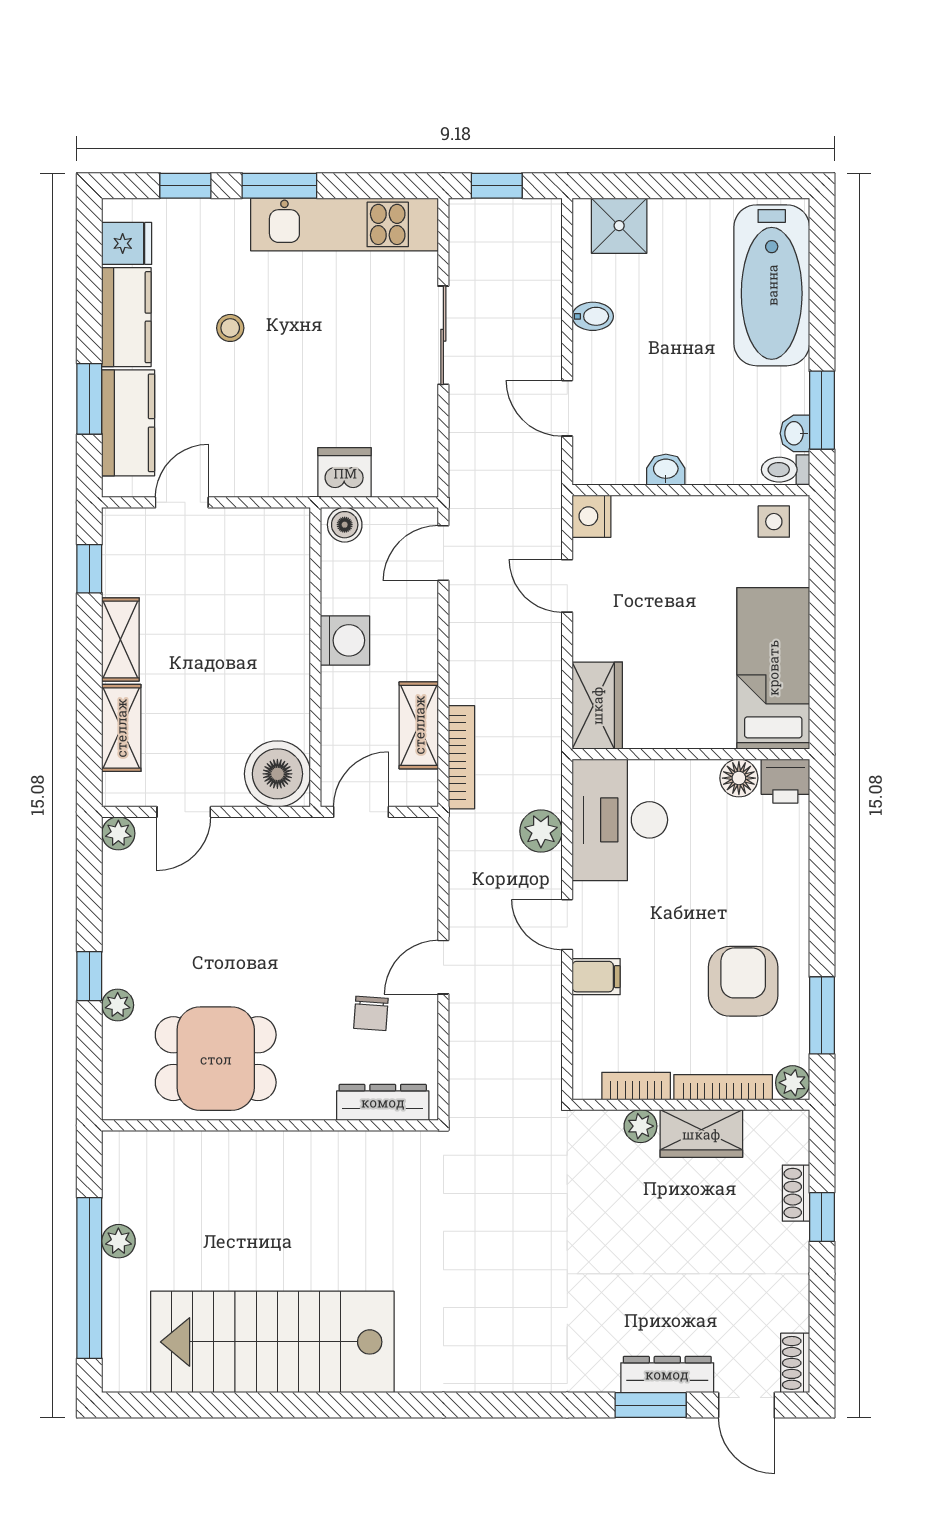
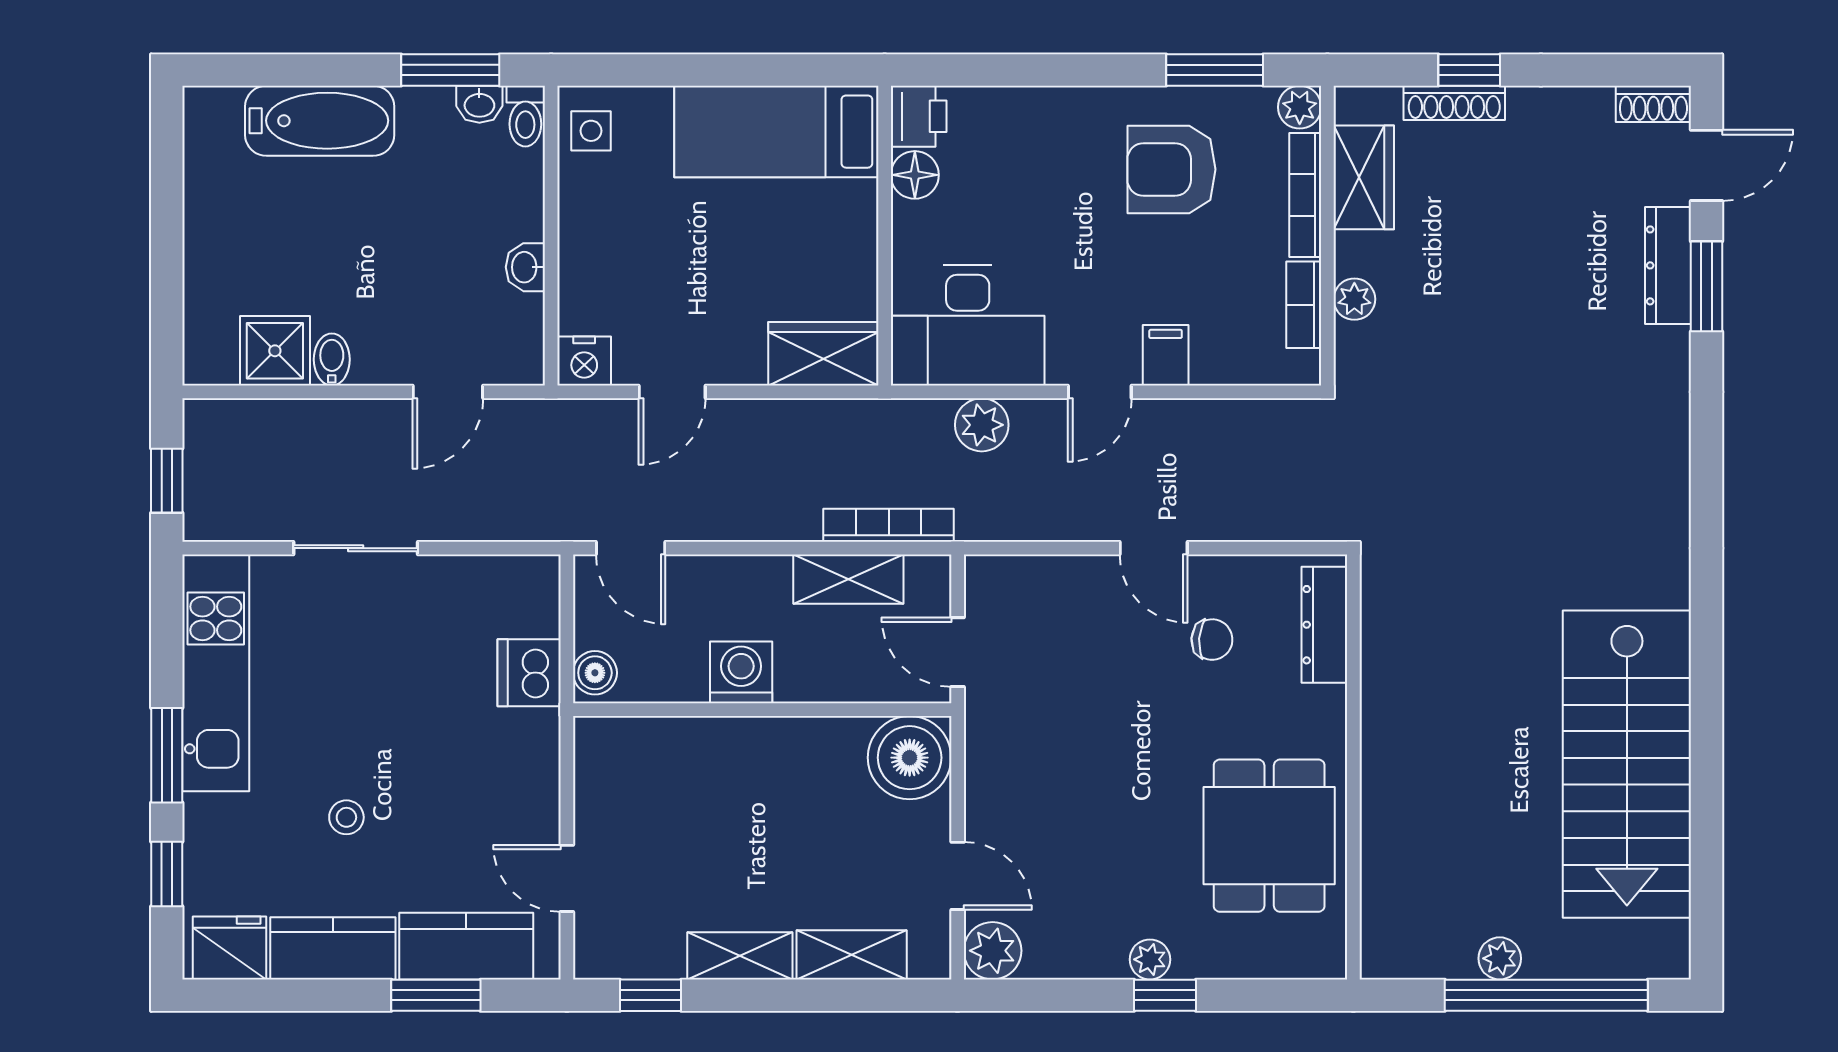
shower: (619, 226) -> (275, 351), moved
fridge: (127, 243) -> (230, 948), width x1.38
bathtub: (772, 285) -> (320, 121), width x0.73, depth x0.73
plant: (118, 833) -> (993, 951), width x1.38, depth x1.38
plant: (118, 1005) -> (1150, 959), moved
wardrobe: (701, 1134) -> (1364, 177), moved
shoe rack: (796, 1193) -> (1454, 103), width x1.43

